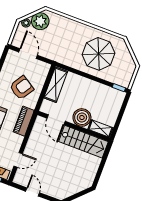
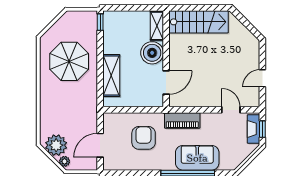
shelving: (56, 85) -> (111, 75), moved, turned 90
armchair: (22, 88) -> (144, 138), turned 57
stairs: (83, 142) -> (199, 22), moved, turned 90

